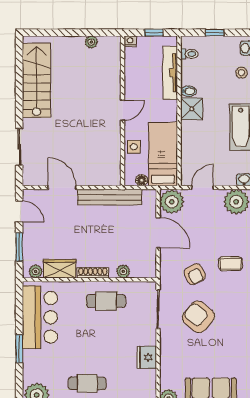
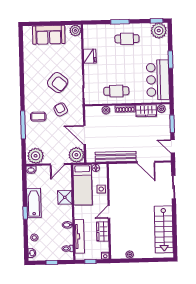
wardrobe: (133, 79) -> (103, 232), added
shower: (192, 109) -> (65, 197), moved

